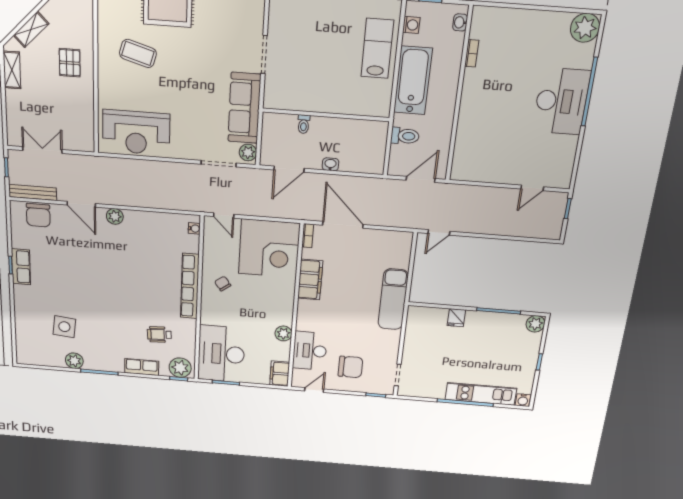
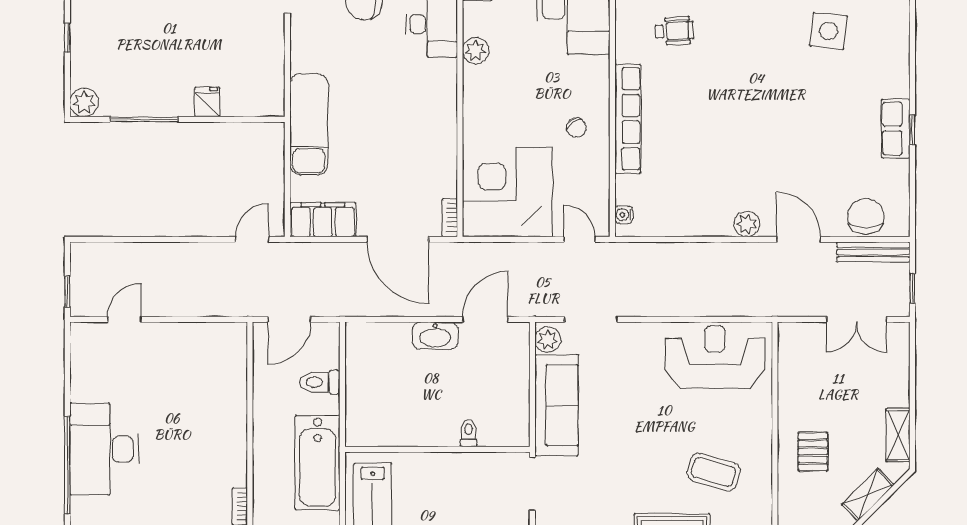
wall: (326, 115) -> (437, 449), moved
toilet: (304, 124) -> (469, 433), moved
washbasin: (330, 164) -> (435, 336), width x1.91, depth x1.45
filing cabinet: (310, 280) -> (323, 220), moved, turned 90

